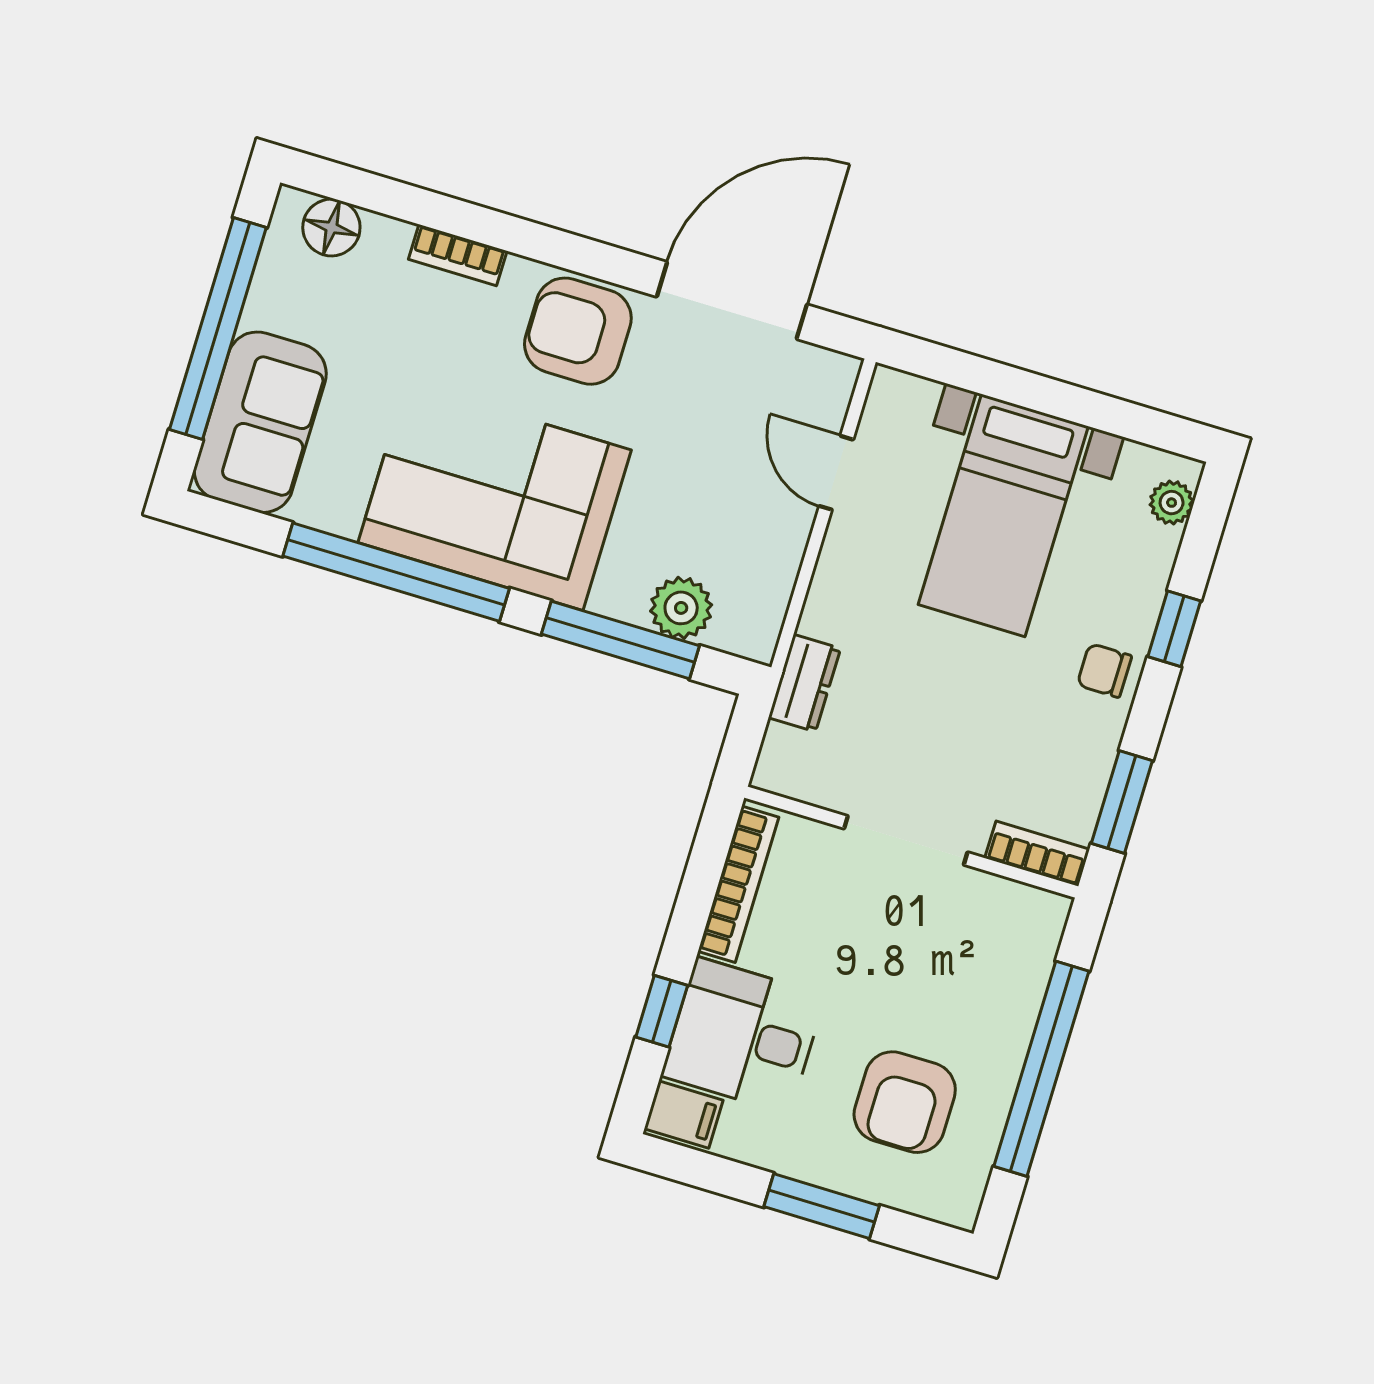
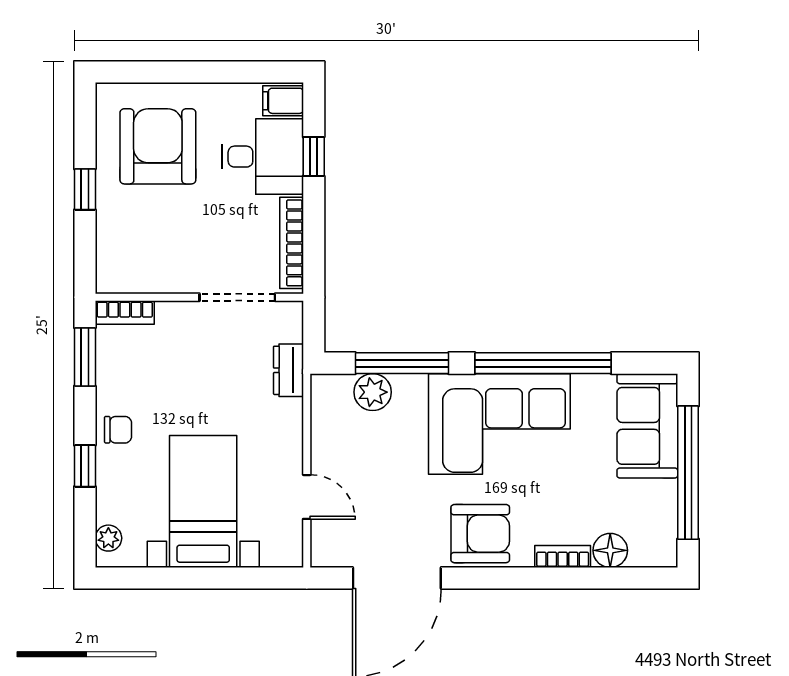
floor lamp: (331, 227) -> (610, 550), moved
doorway: (906, 840) -> (237, 297), moved
window: (1041, 1069) -> (85, 189), width x0.32
armchair: (905, 1102) -> (158, 146), width x1.36, depth x1.36
window: (822, 1206) -> (188, 72), removed

